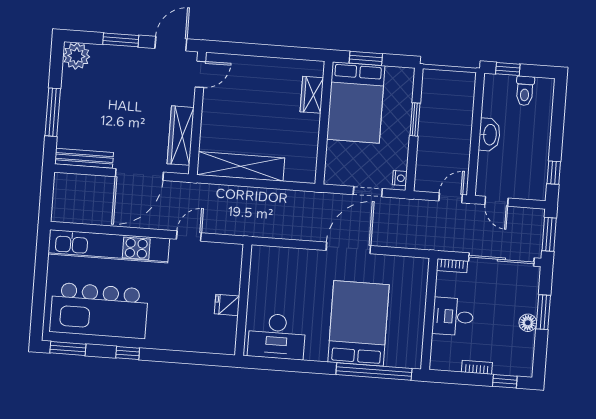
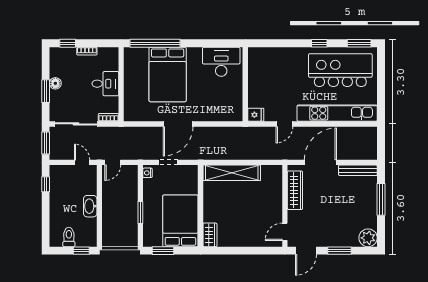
window: (366, 58) -> (163, 251), moved
wardrobe: (312, 95) -> (210, 235), moved
shelving: (241, 166) -> (232, 173), moved
fridge: (227, 305) -> (256, 115), moved

